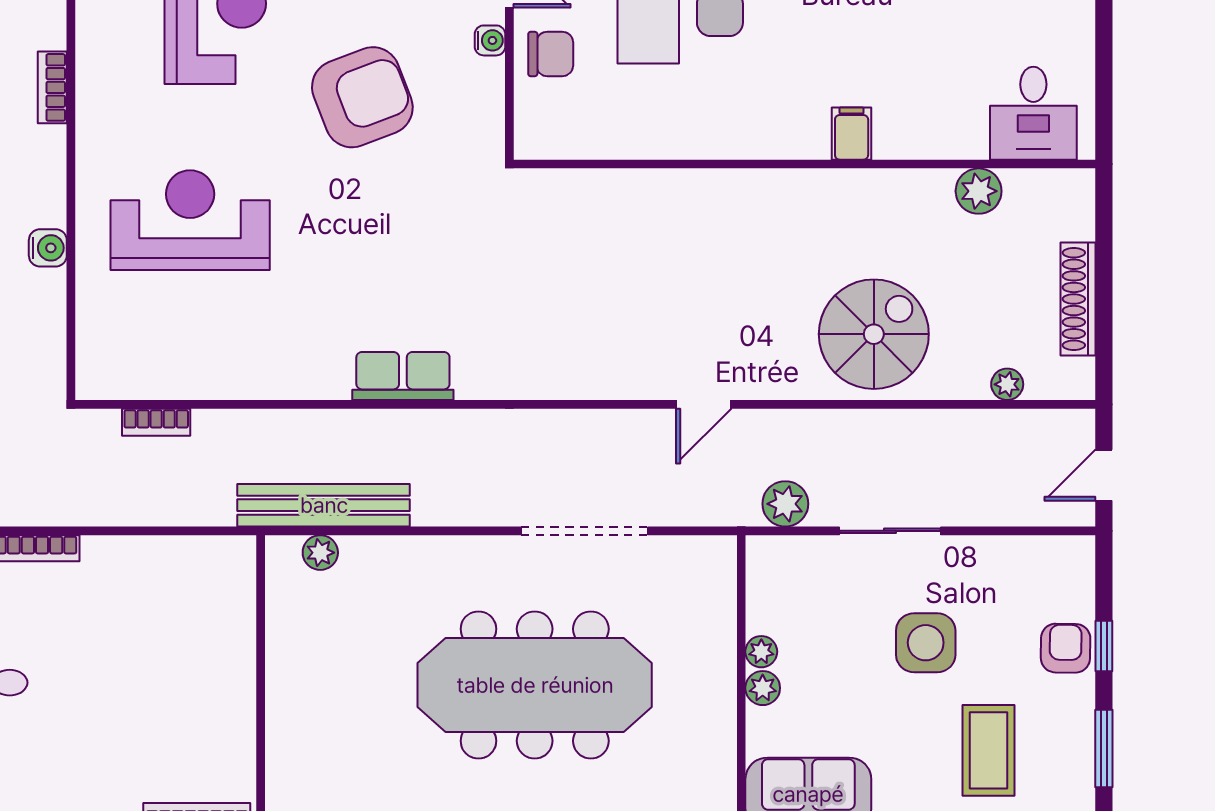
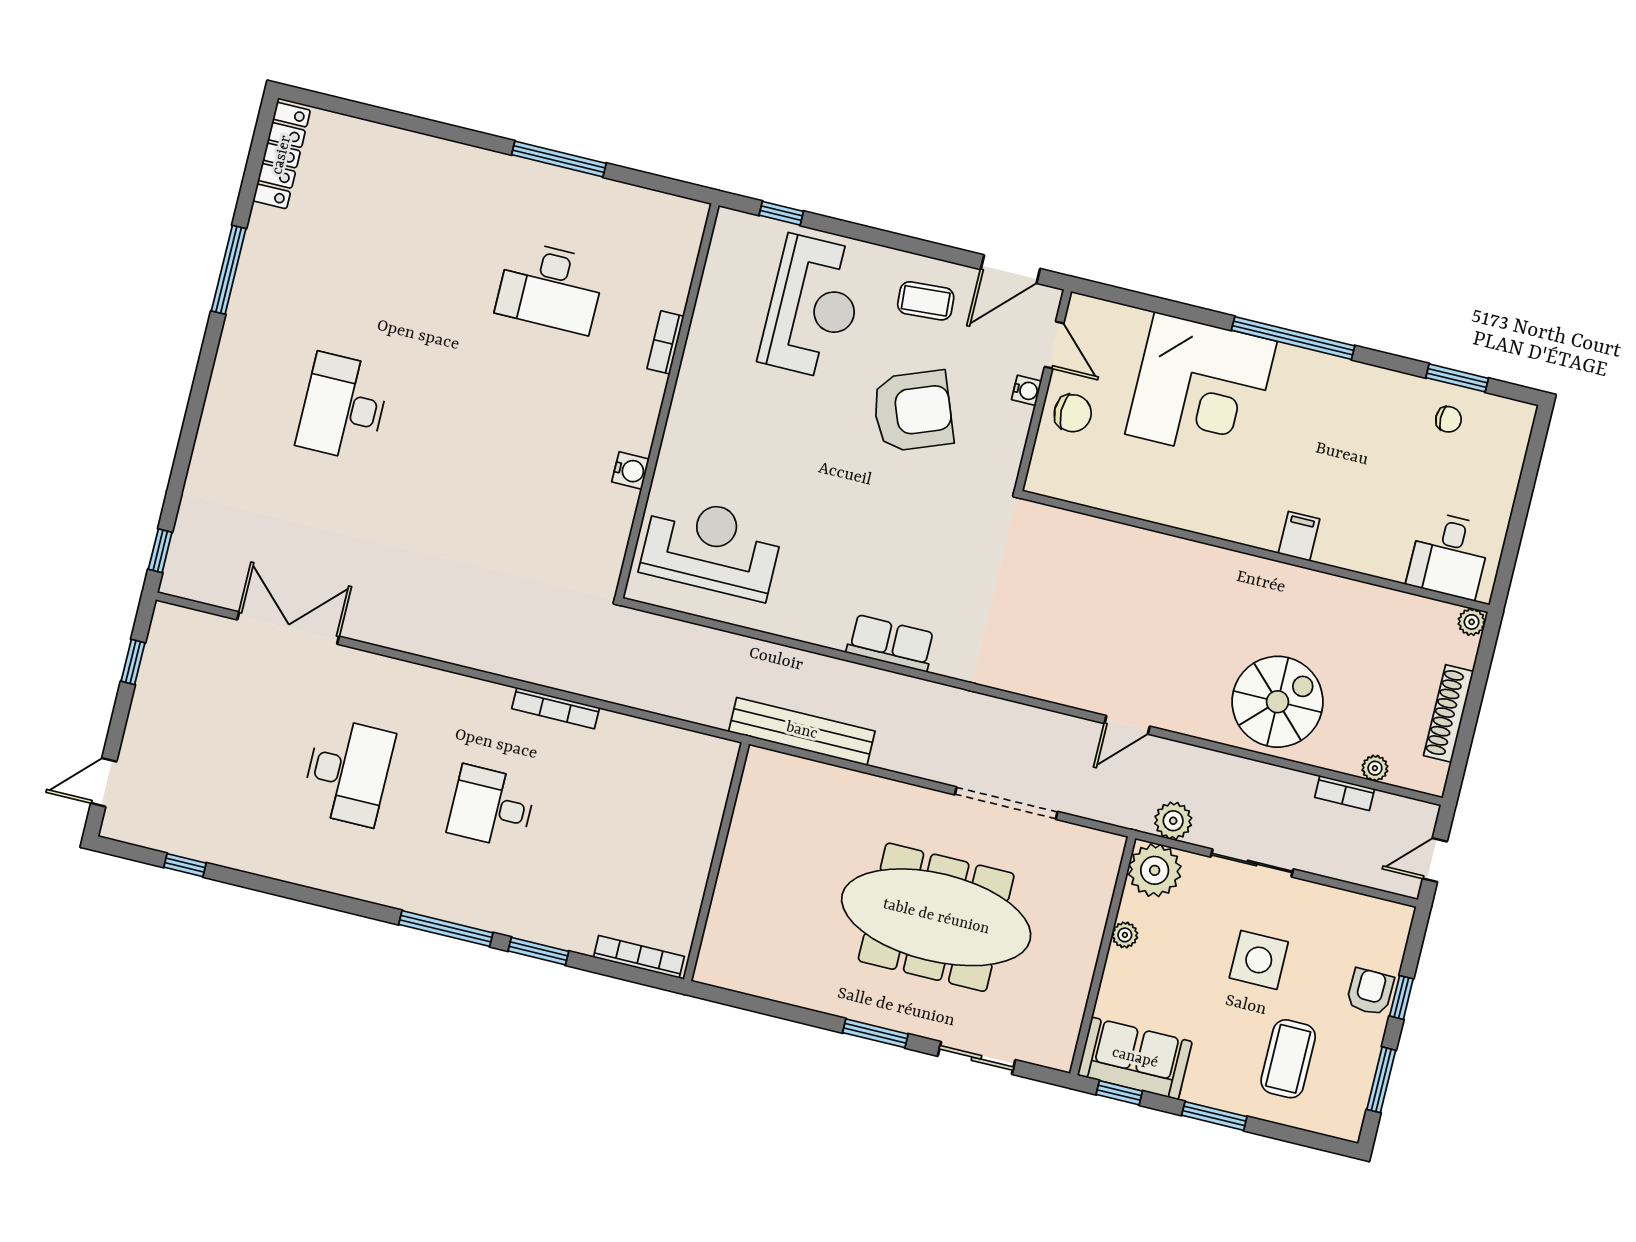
plant: (979, 191) -> (1472, 622), moved, width x0.73, depth x0.73
reception desk: (190, 220) -> (711, 547), moved
bookcase: (156, 422) -> (1345, 793), moved
plant: (320, 553) -> (790, 769), removed
plant: (763, 688) -> (1155, 870), moved, width x1.88, depth x1.88

